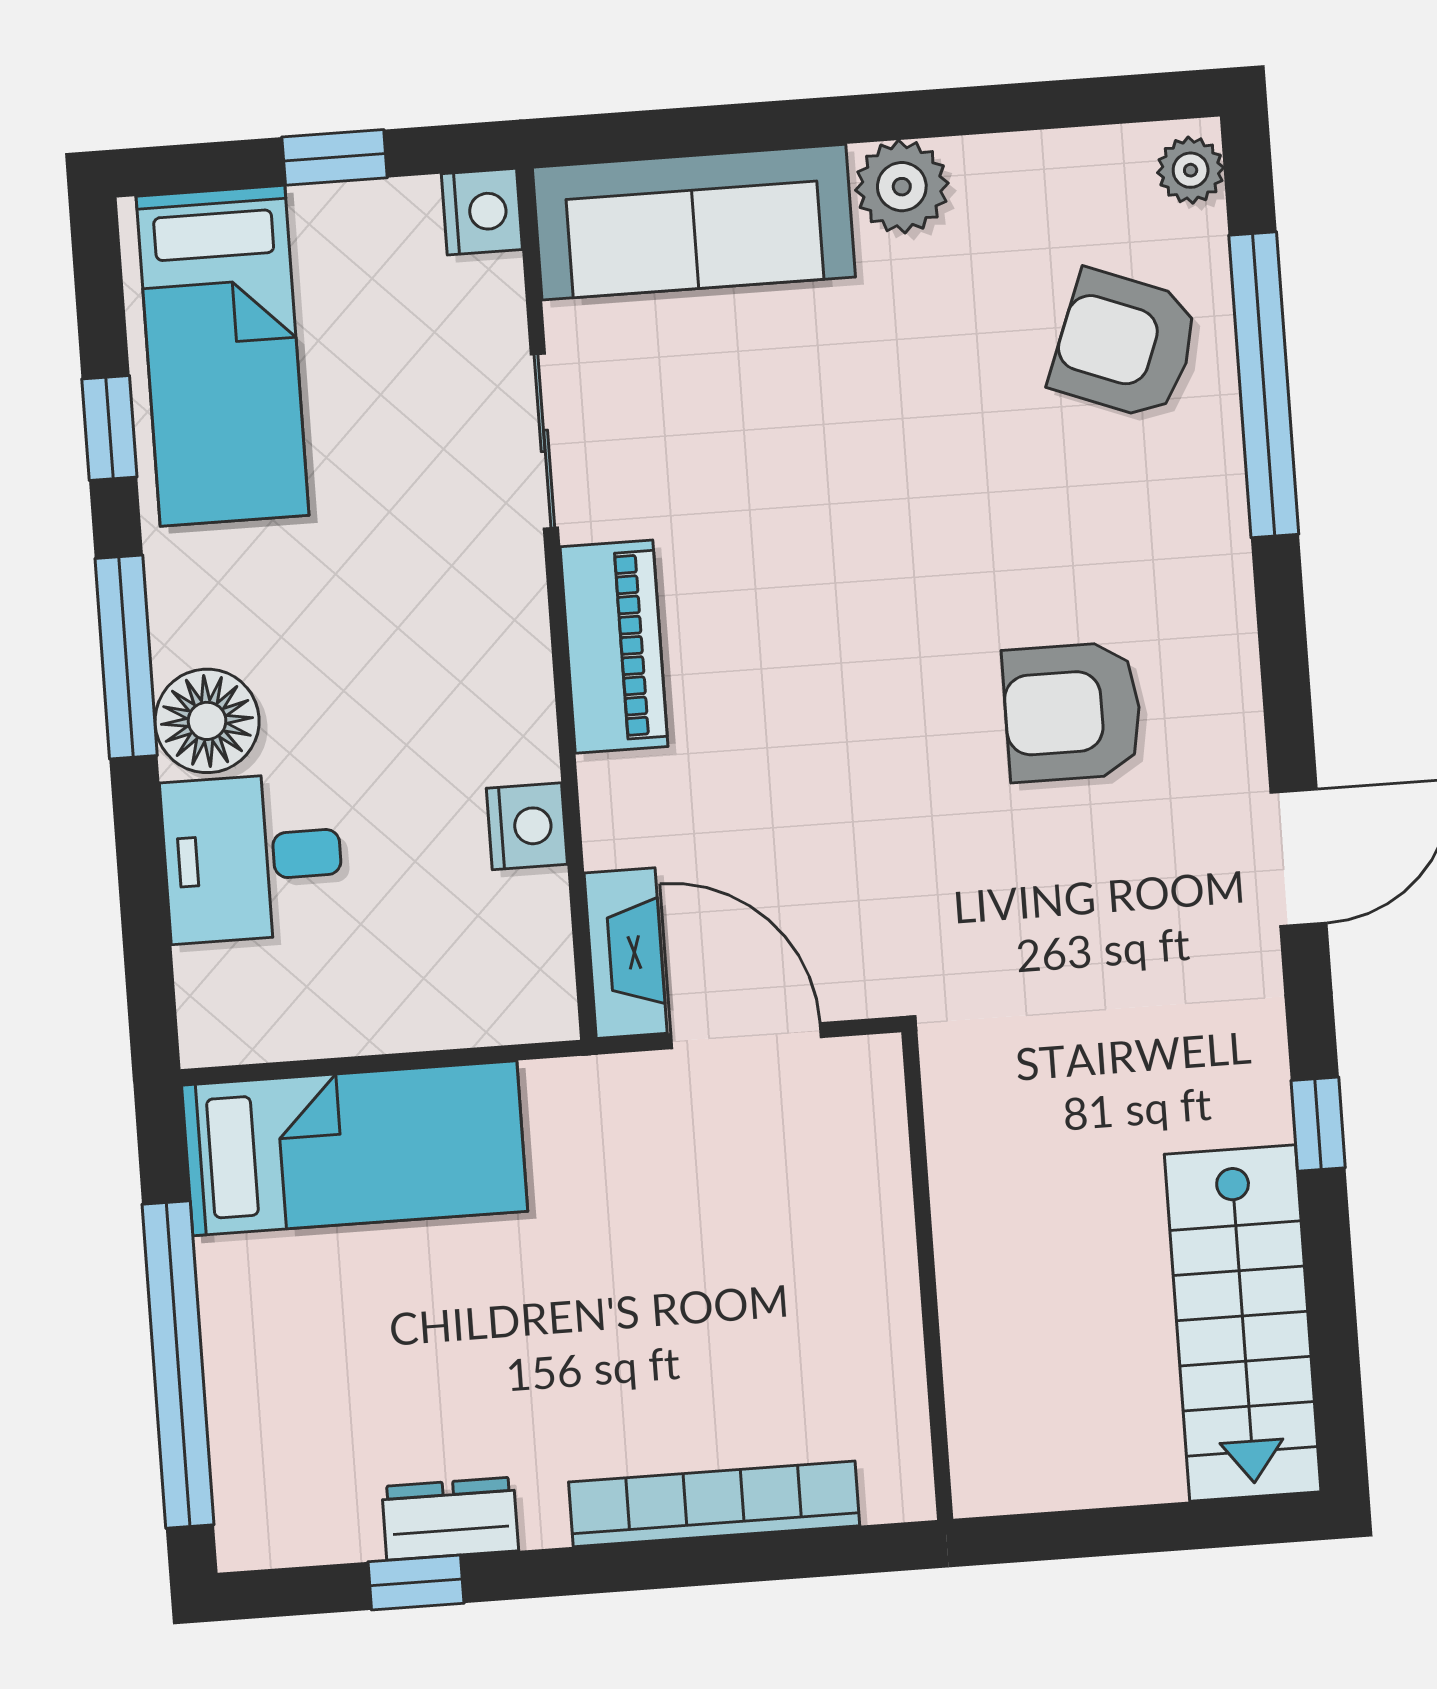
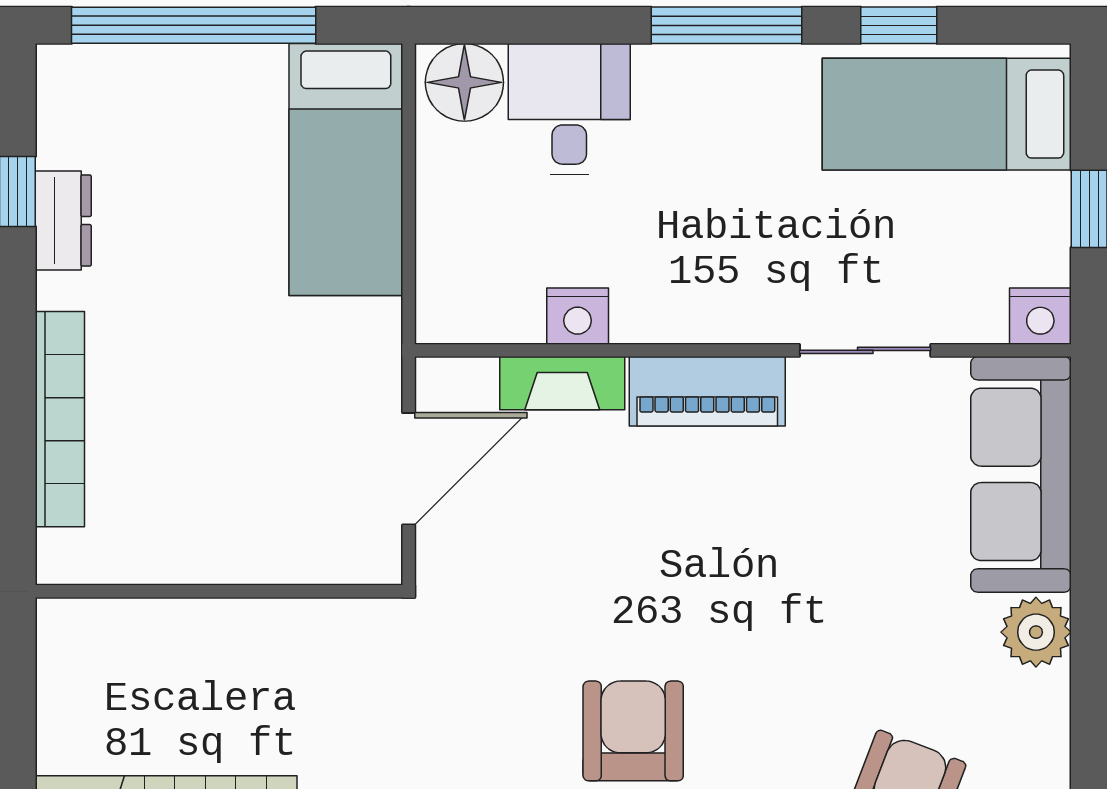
floor lamp: (207, 721) -> (464, 82), moved
fireplace: (626, 953) -> (562, 383), moved

